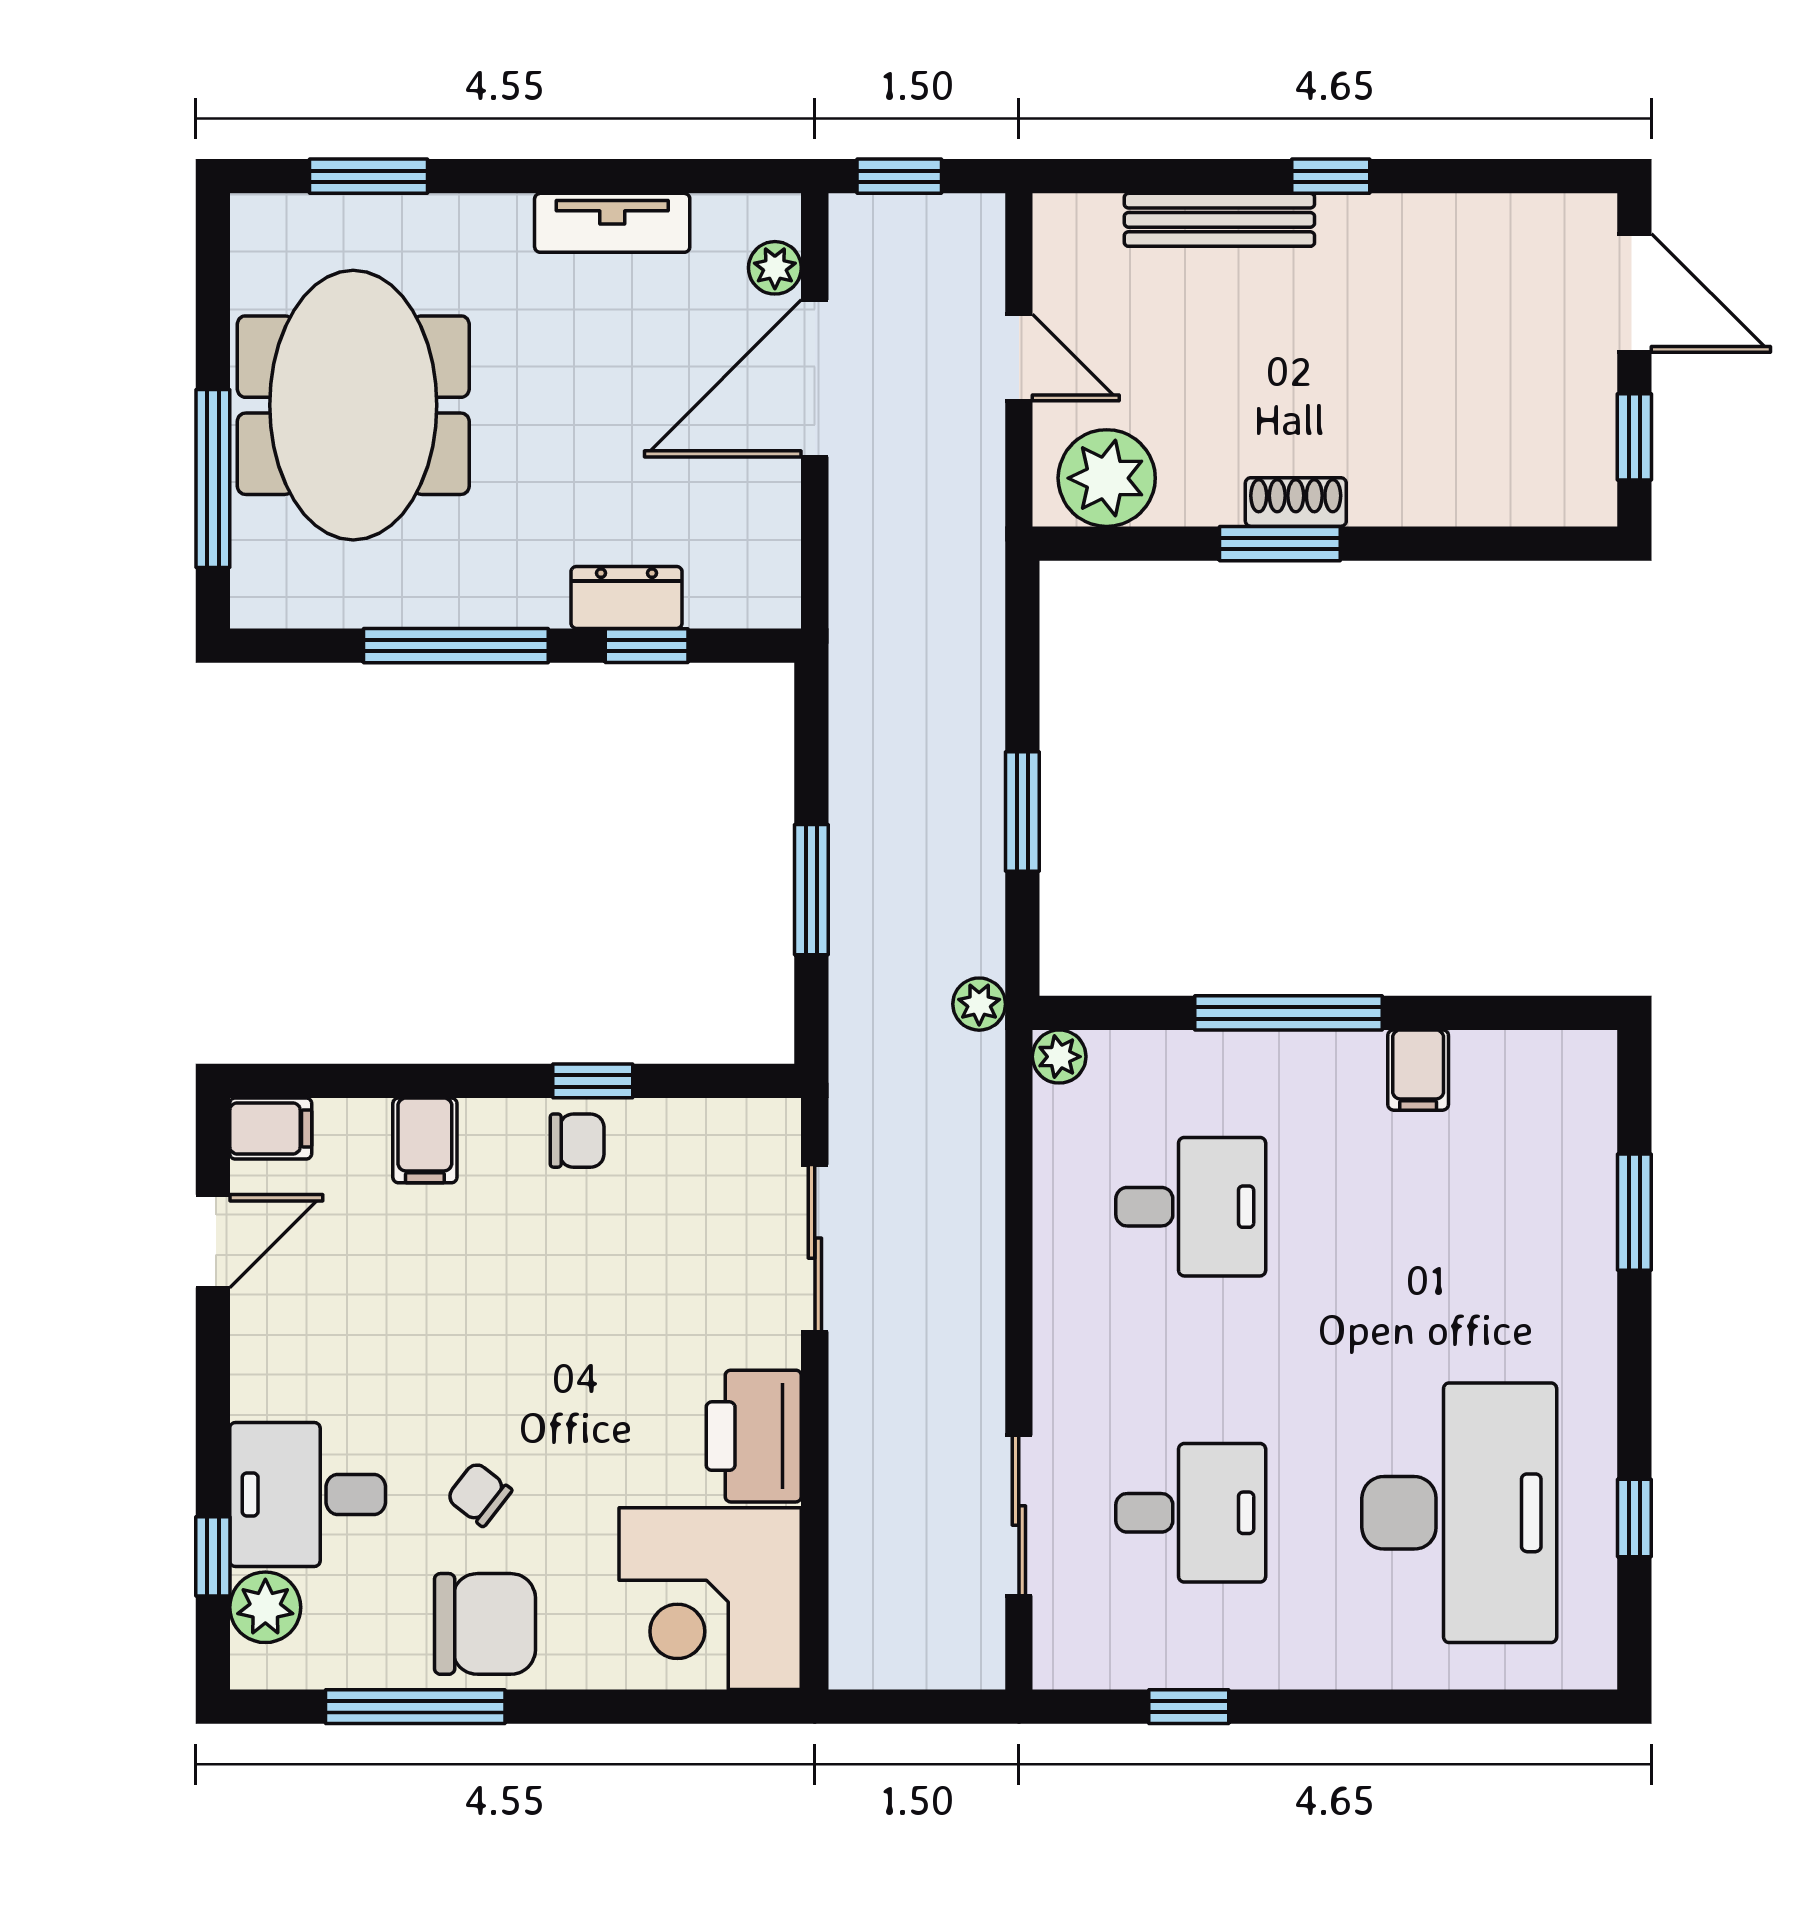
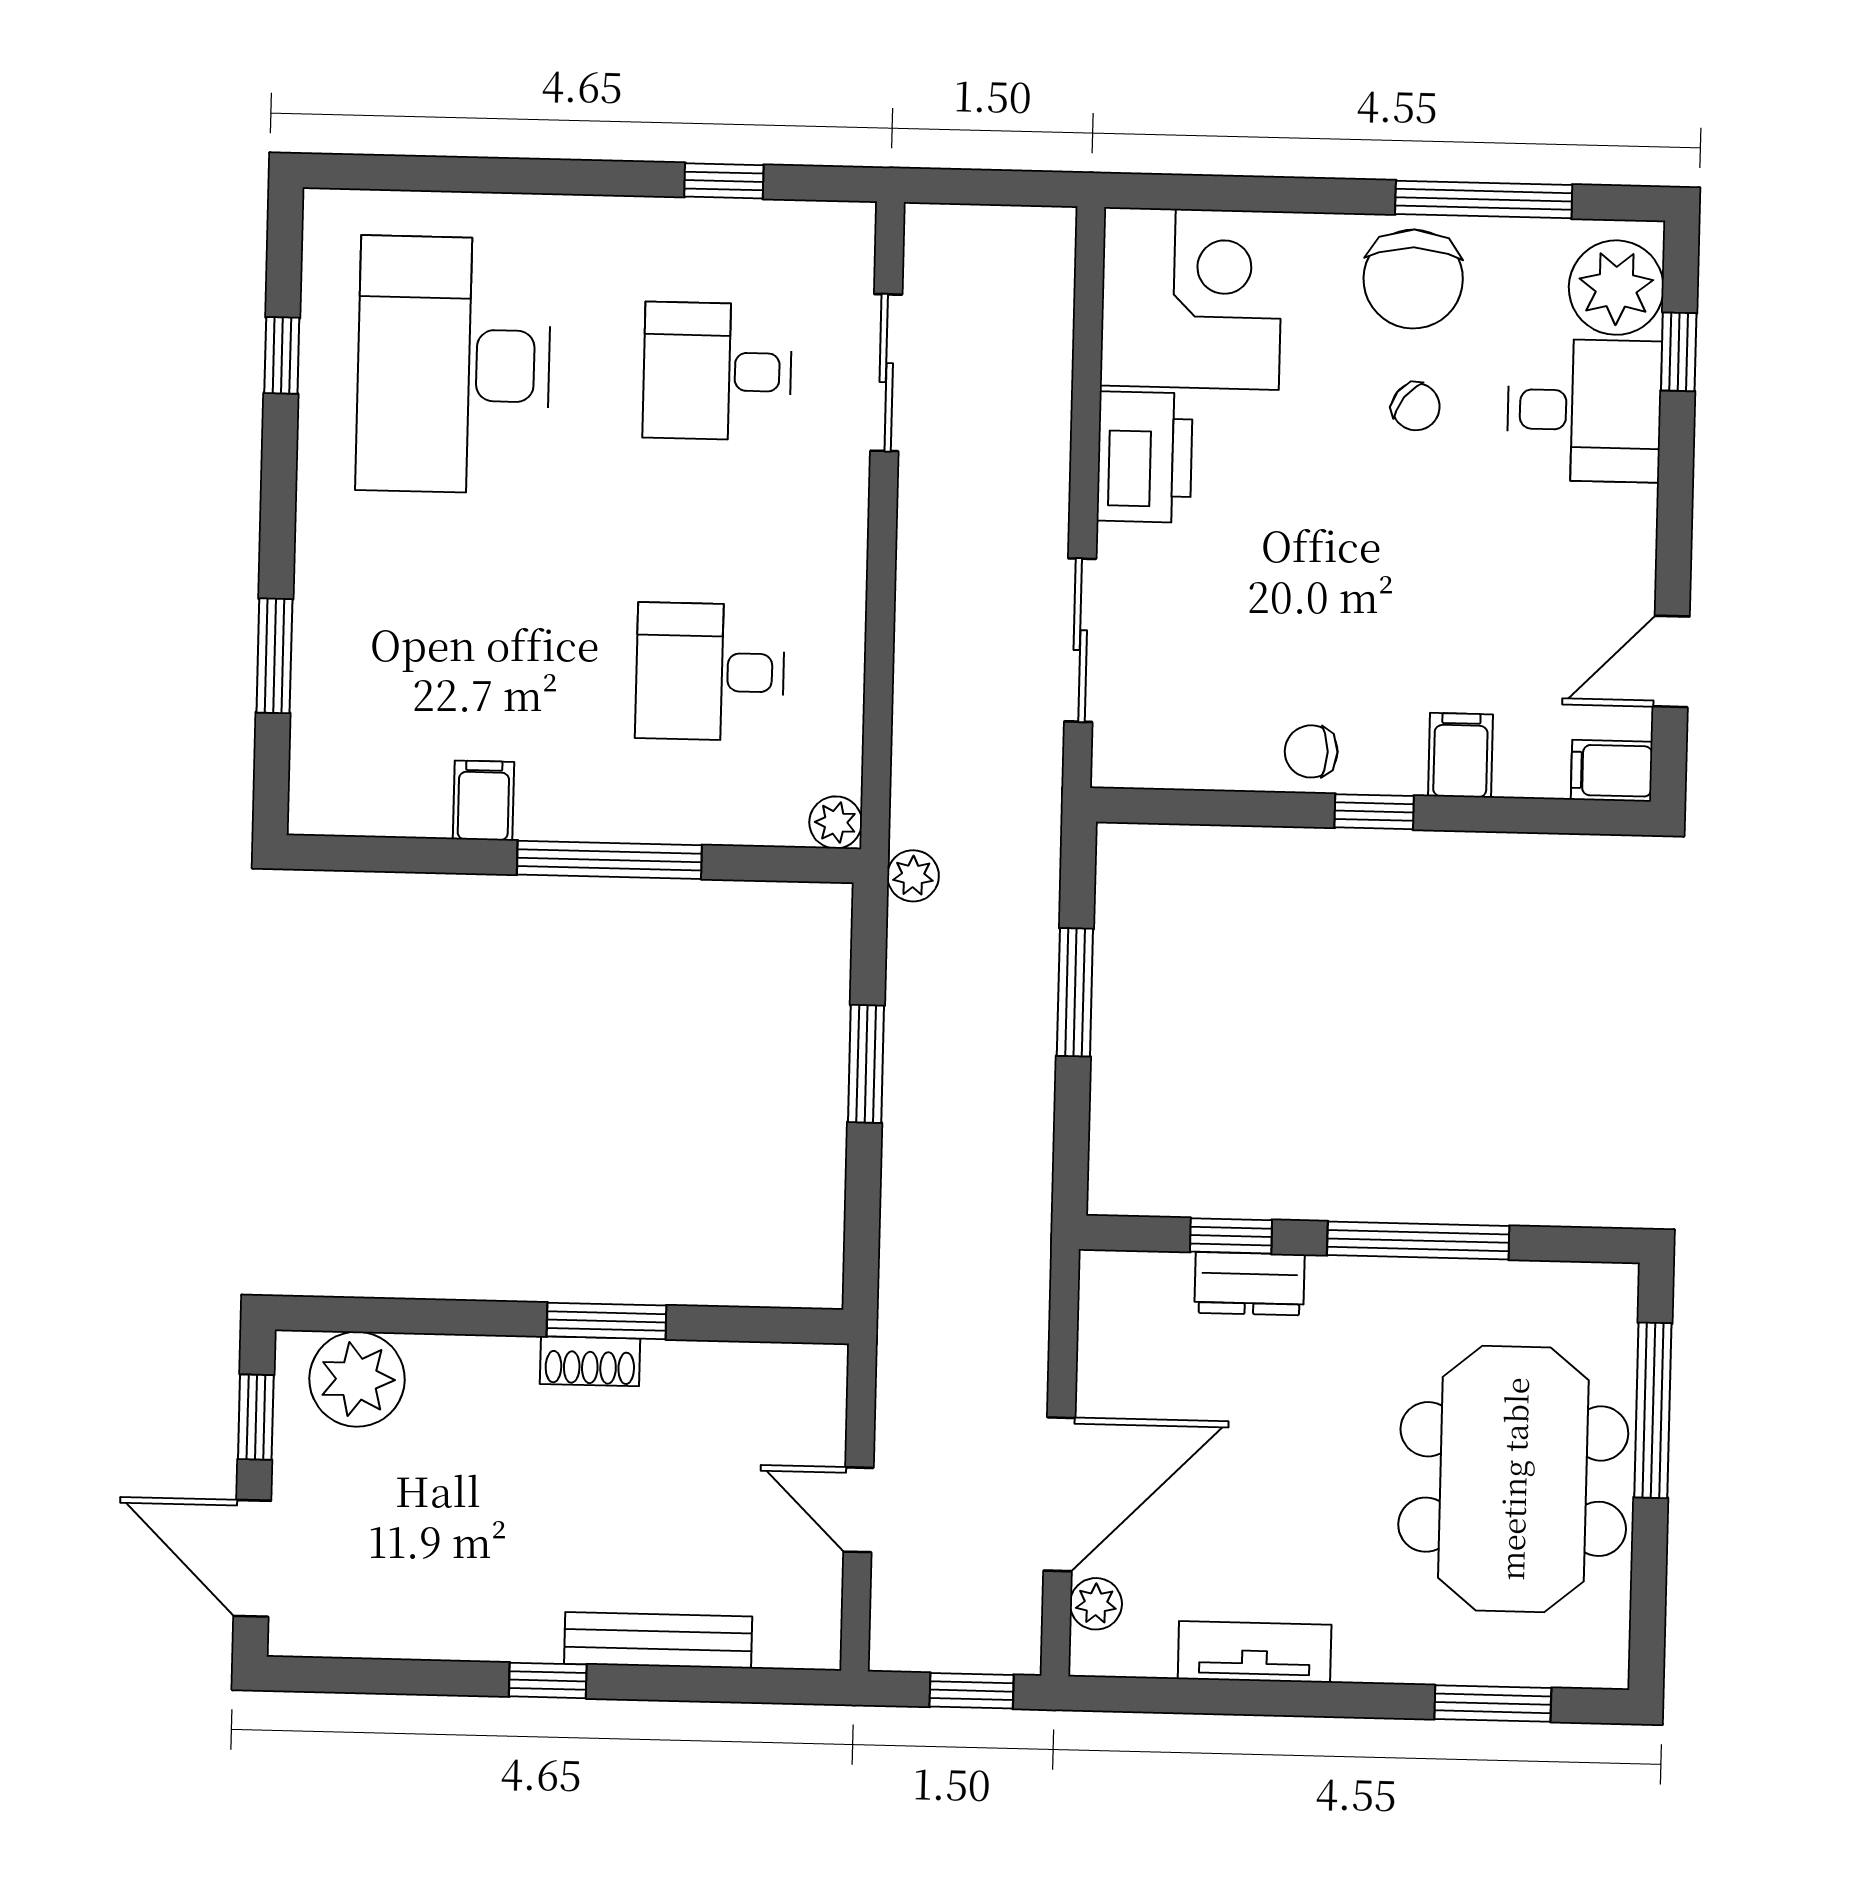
plant: (1107, 478) -> (357, 1379), moved
window: (593, 1081) -> (1374, 812), moved
plant: (265, 1607) -> (1616, 288), width x1.36, depth x1.36
chair: (485, 1624) -> (1413, 279), turned -90

